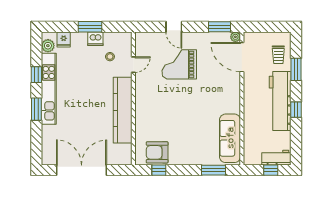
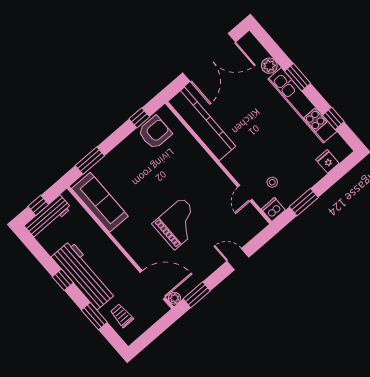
window: (90, 27) -> (304, 202), moved
dishwasher: (95, 39) -> (273, 210), moved
plant: (48, 46) -> (269, 66), moved
grand piano: (179, 64) -> (179, 224), moved
window: (36, 75) -> (333, 118), moved
kitchen counter: (123, 110) -> (202, 124), moved
workbench: (276, 158) -> (48, 217), width x1.38

